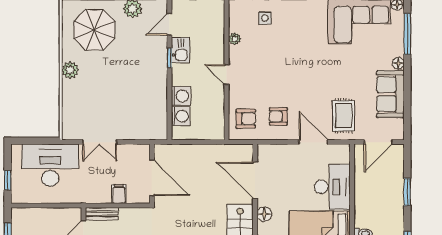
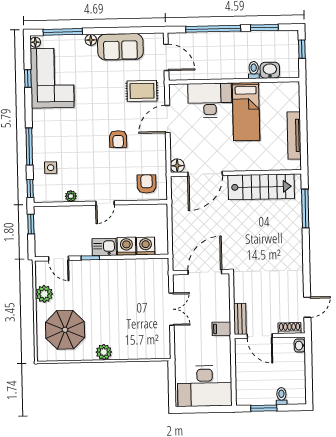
kitchen sink: (180, 50) -> (104, 247), moved
armchair: (278, 116) -> (118, 139), moved
double door: (100, 142) -> (171, 309), moved
desk: (50, 165) -> (205, 386), moved, turned -90
window: (8, 180) -> (210, 409), removed
window: (407, 192) -> (213, 29), width x2.11
filing cabinet: (119, 194) -> (221, 329), moved
floor lamp: (264, 214) -> (177, 166), moved

